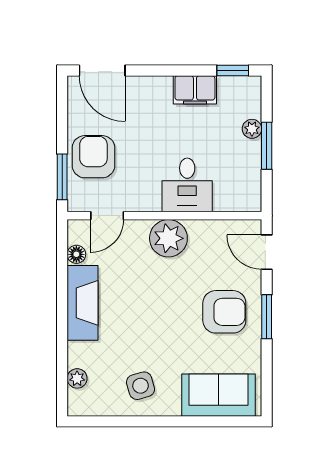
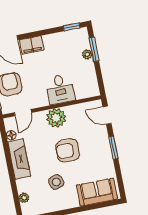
filing cabinet: (195, 90) -> (32, 45), moved
window: (267, 146) -> (94, 50), moved
armchair: (224, 312) -> (68, 150), moved, turned 180
side table: (141, 386) -> (56, 182), moved

